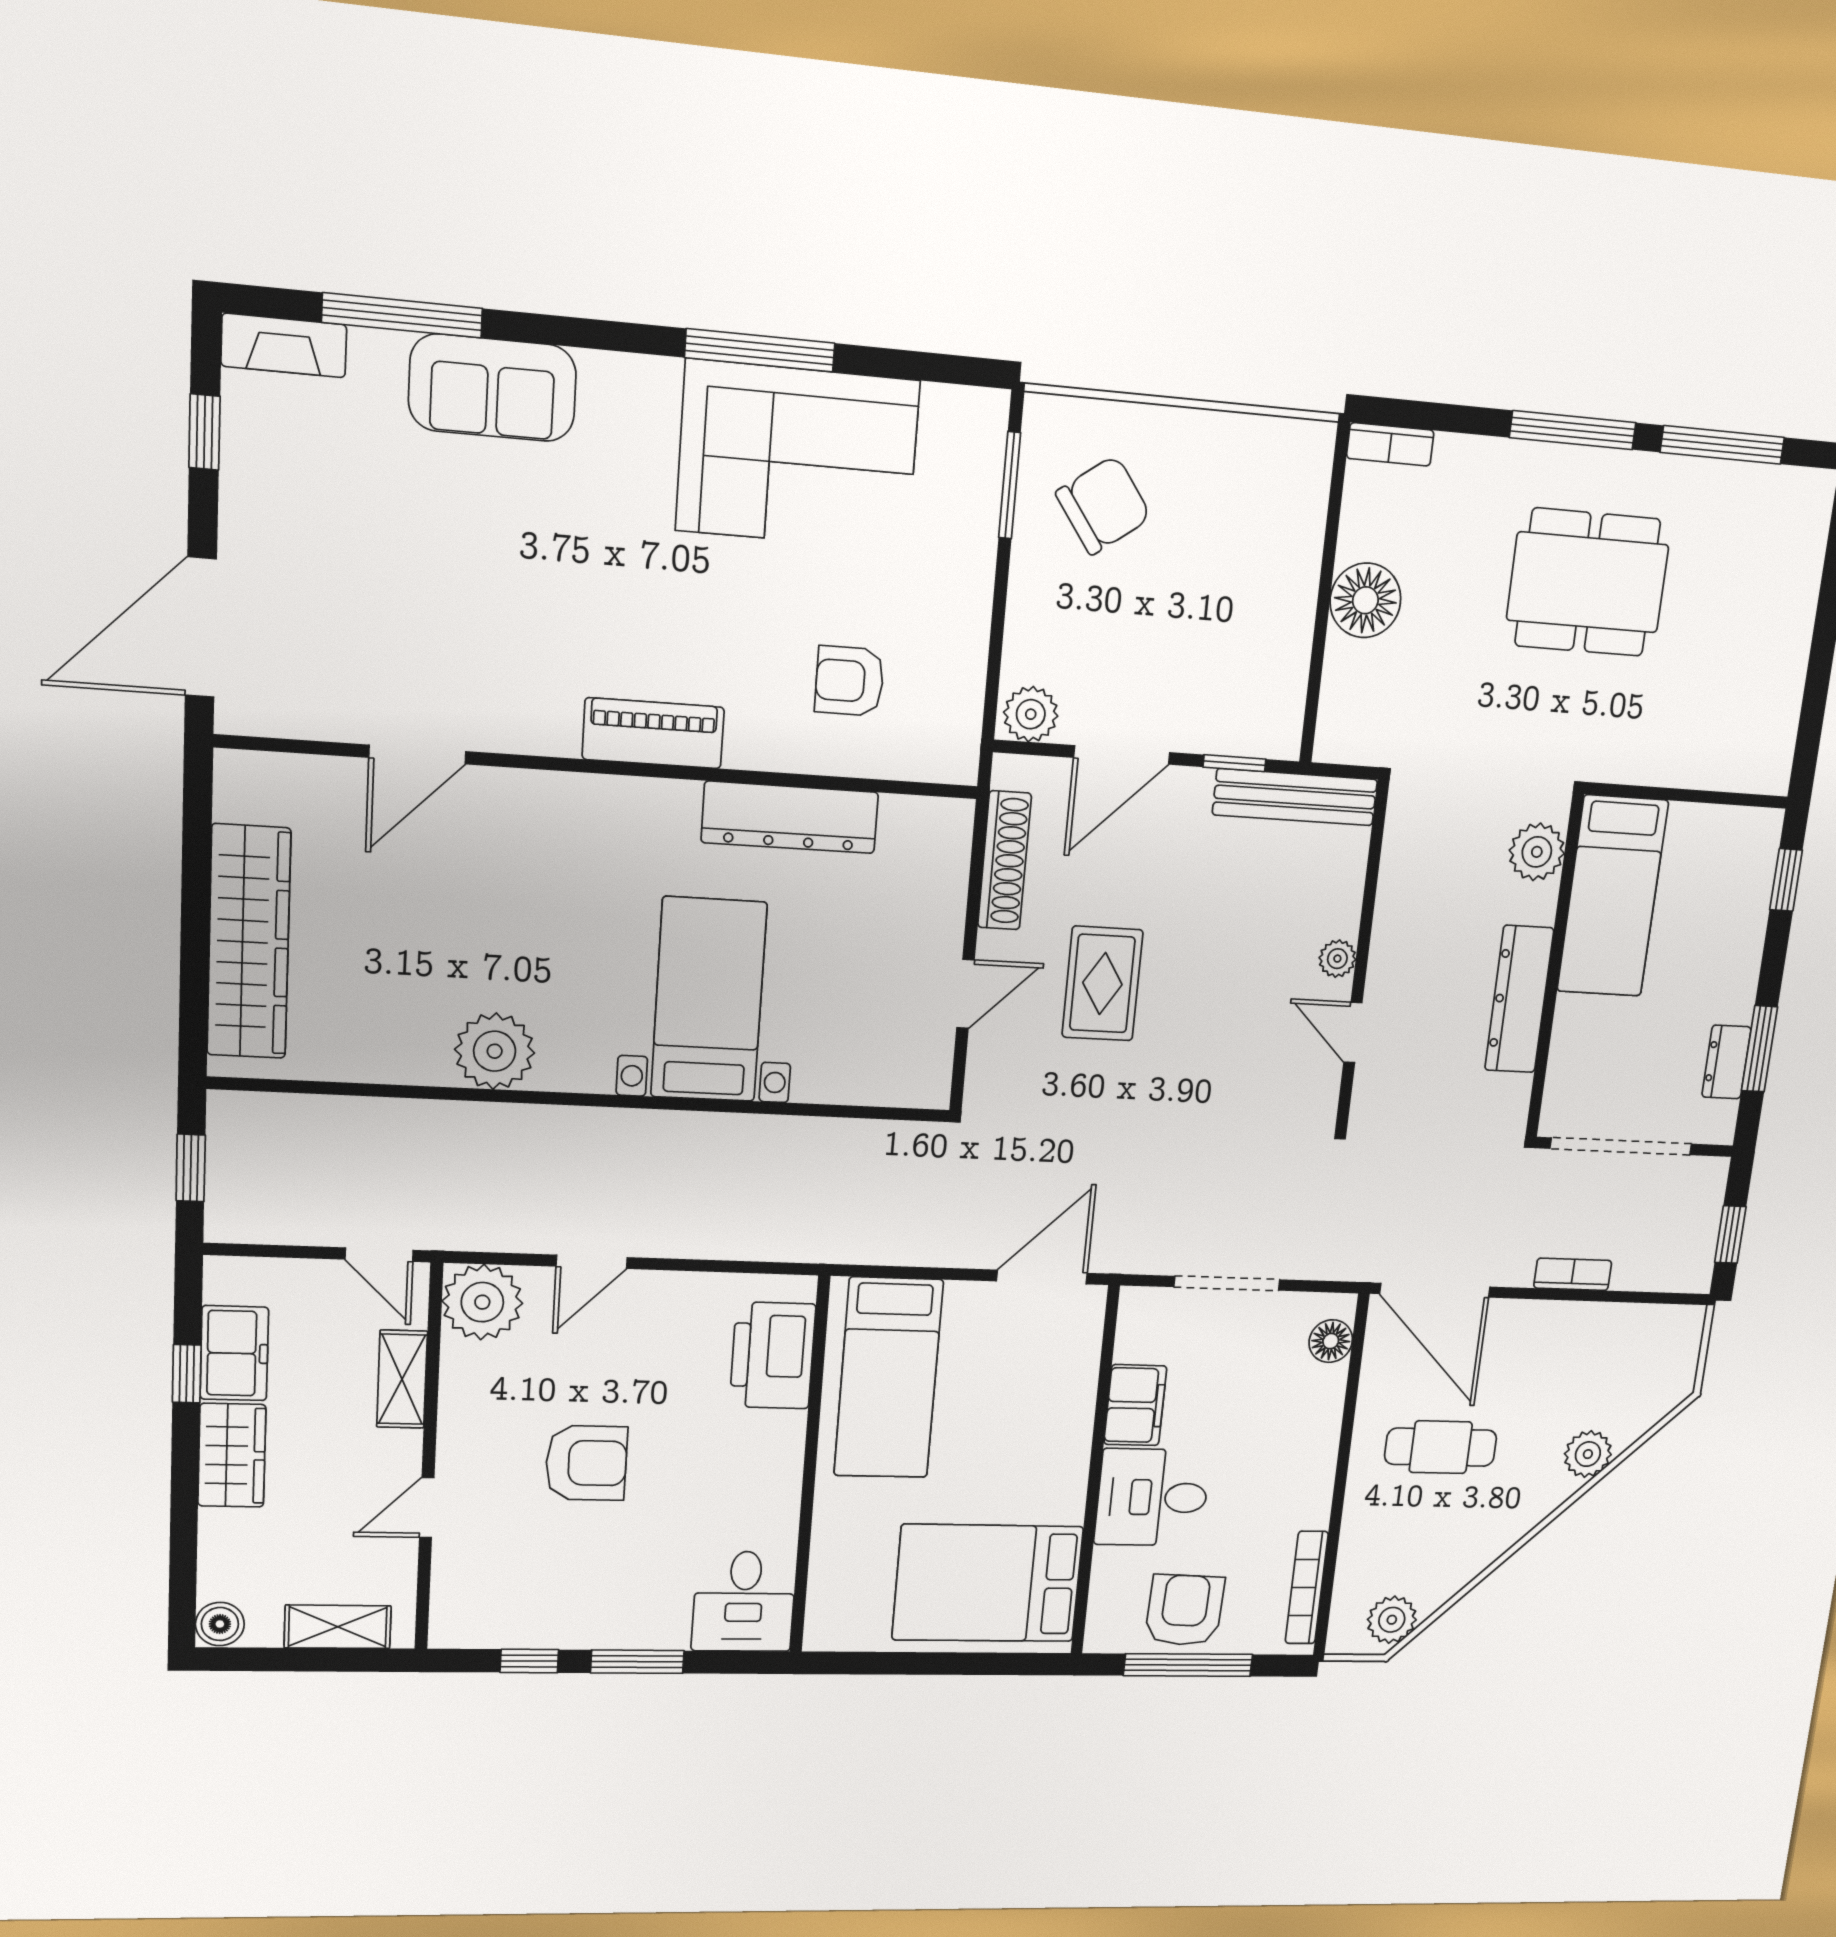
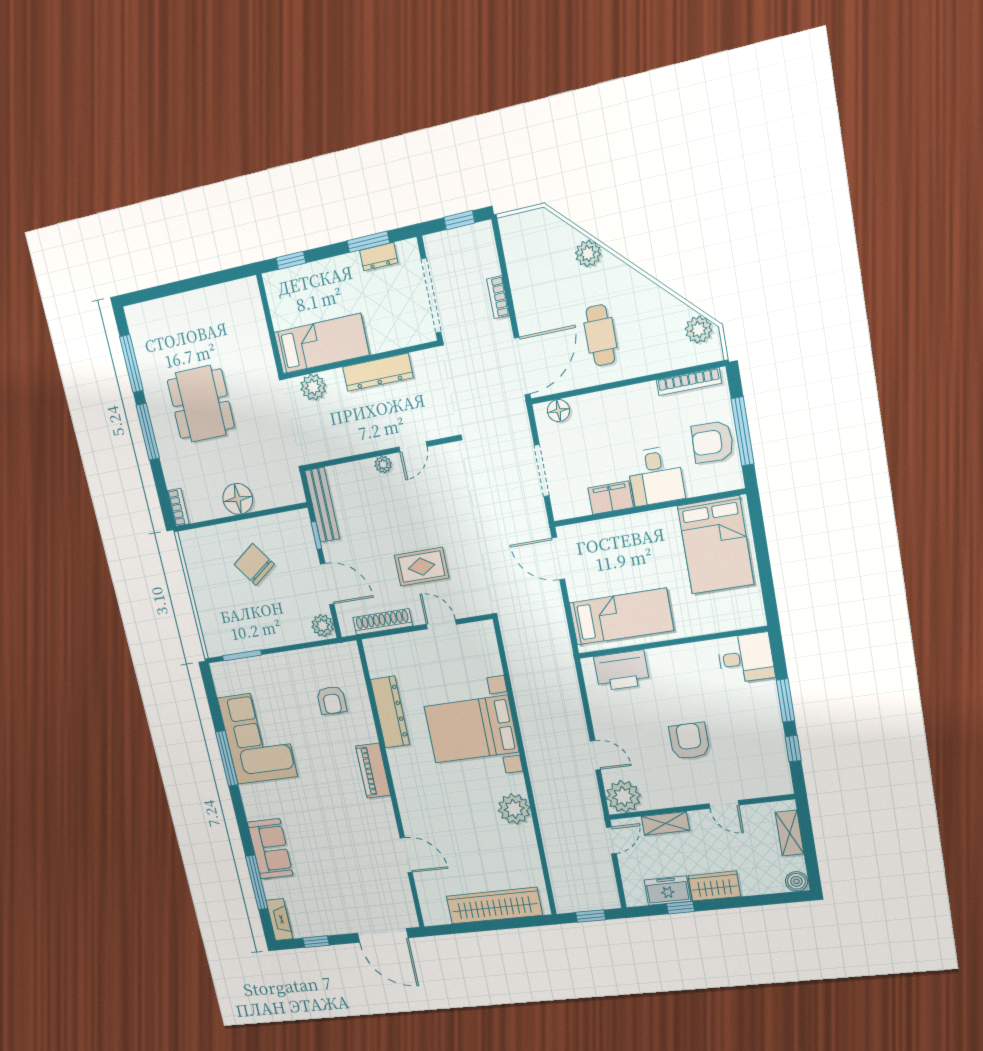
chair: (1104, 505) -> (254, 565), moved
bed with nightstands: (709, 1000) -> (471, 729), width x1.36

